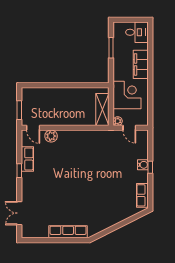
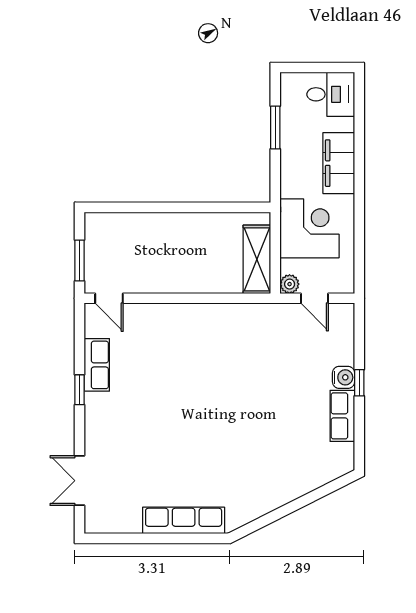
plant: (51, 136) -> (147, 316), removed
row of seats: (142, 195) -> (342, 416), moved

